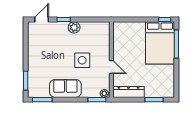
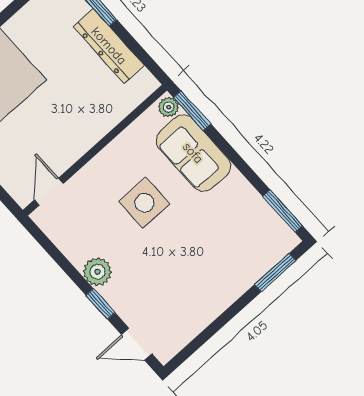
door: (111, 67) -> (49, 192), moved
sofa: (65, 88) -> (193, 153), moved
dresser: (129, 92) -> (109, 46), moved

